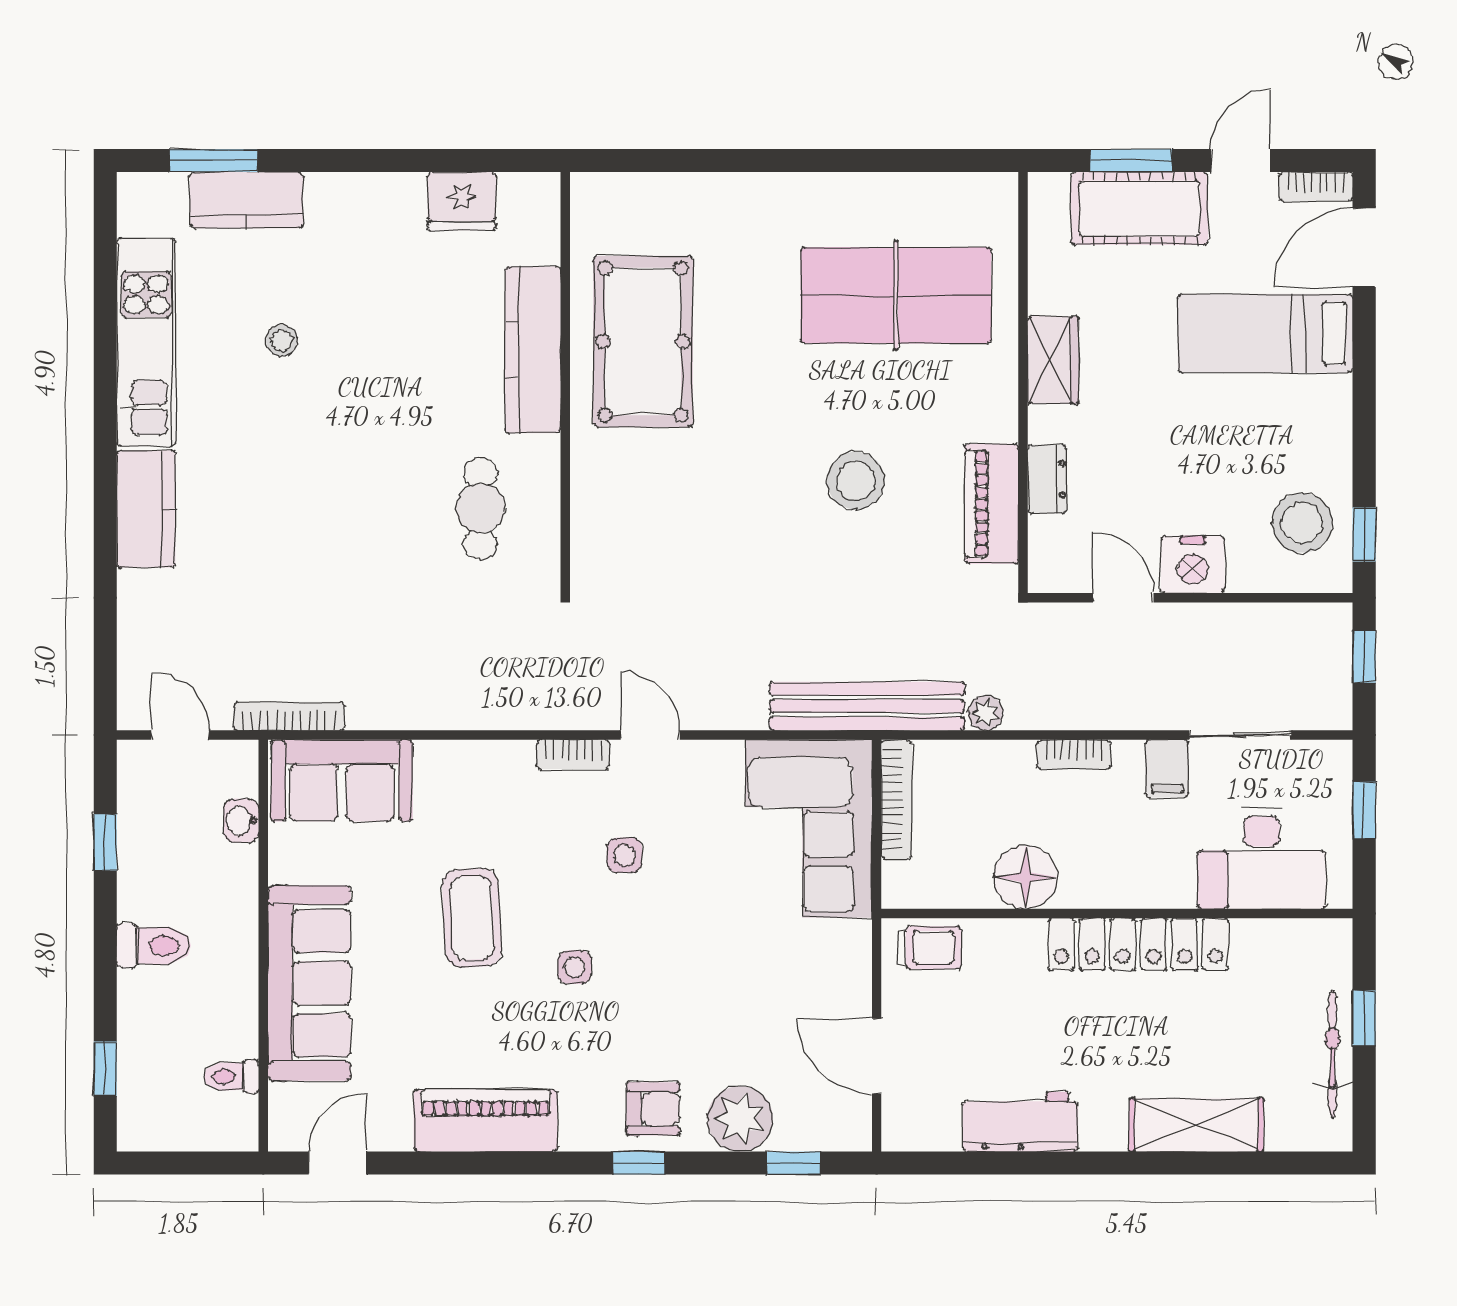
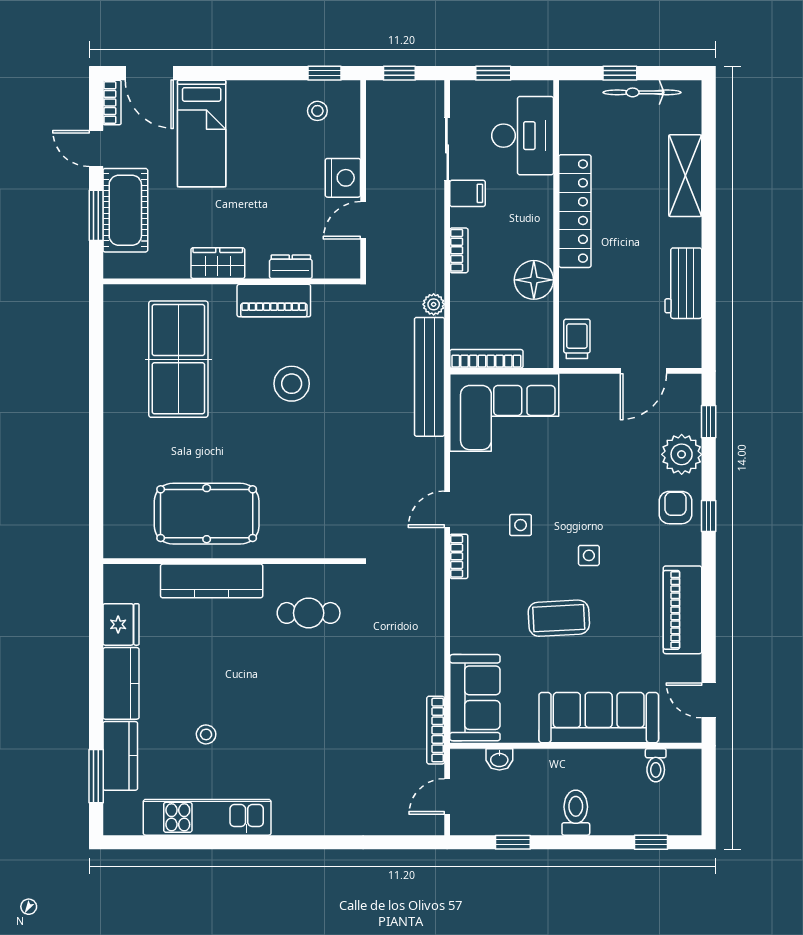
piano: (992, 504) -> (274, 301), moved
kitchen counter: (146, 509) -> (121, 683), moved, turned 90
stool: (1302, 523) -> (317, 111), width x0.53, depth x0.53

